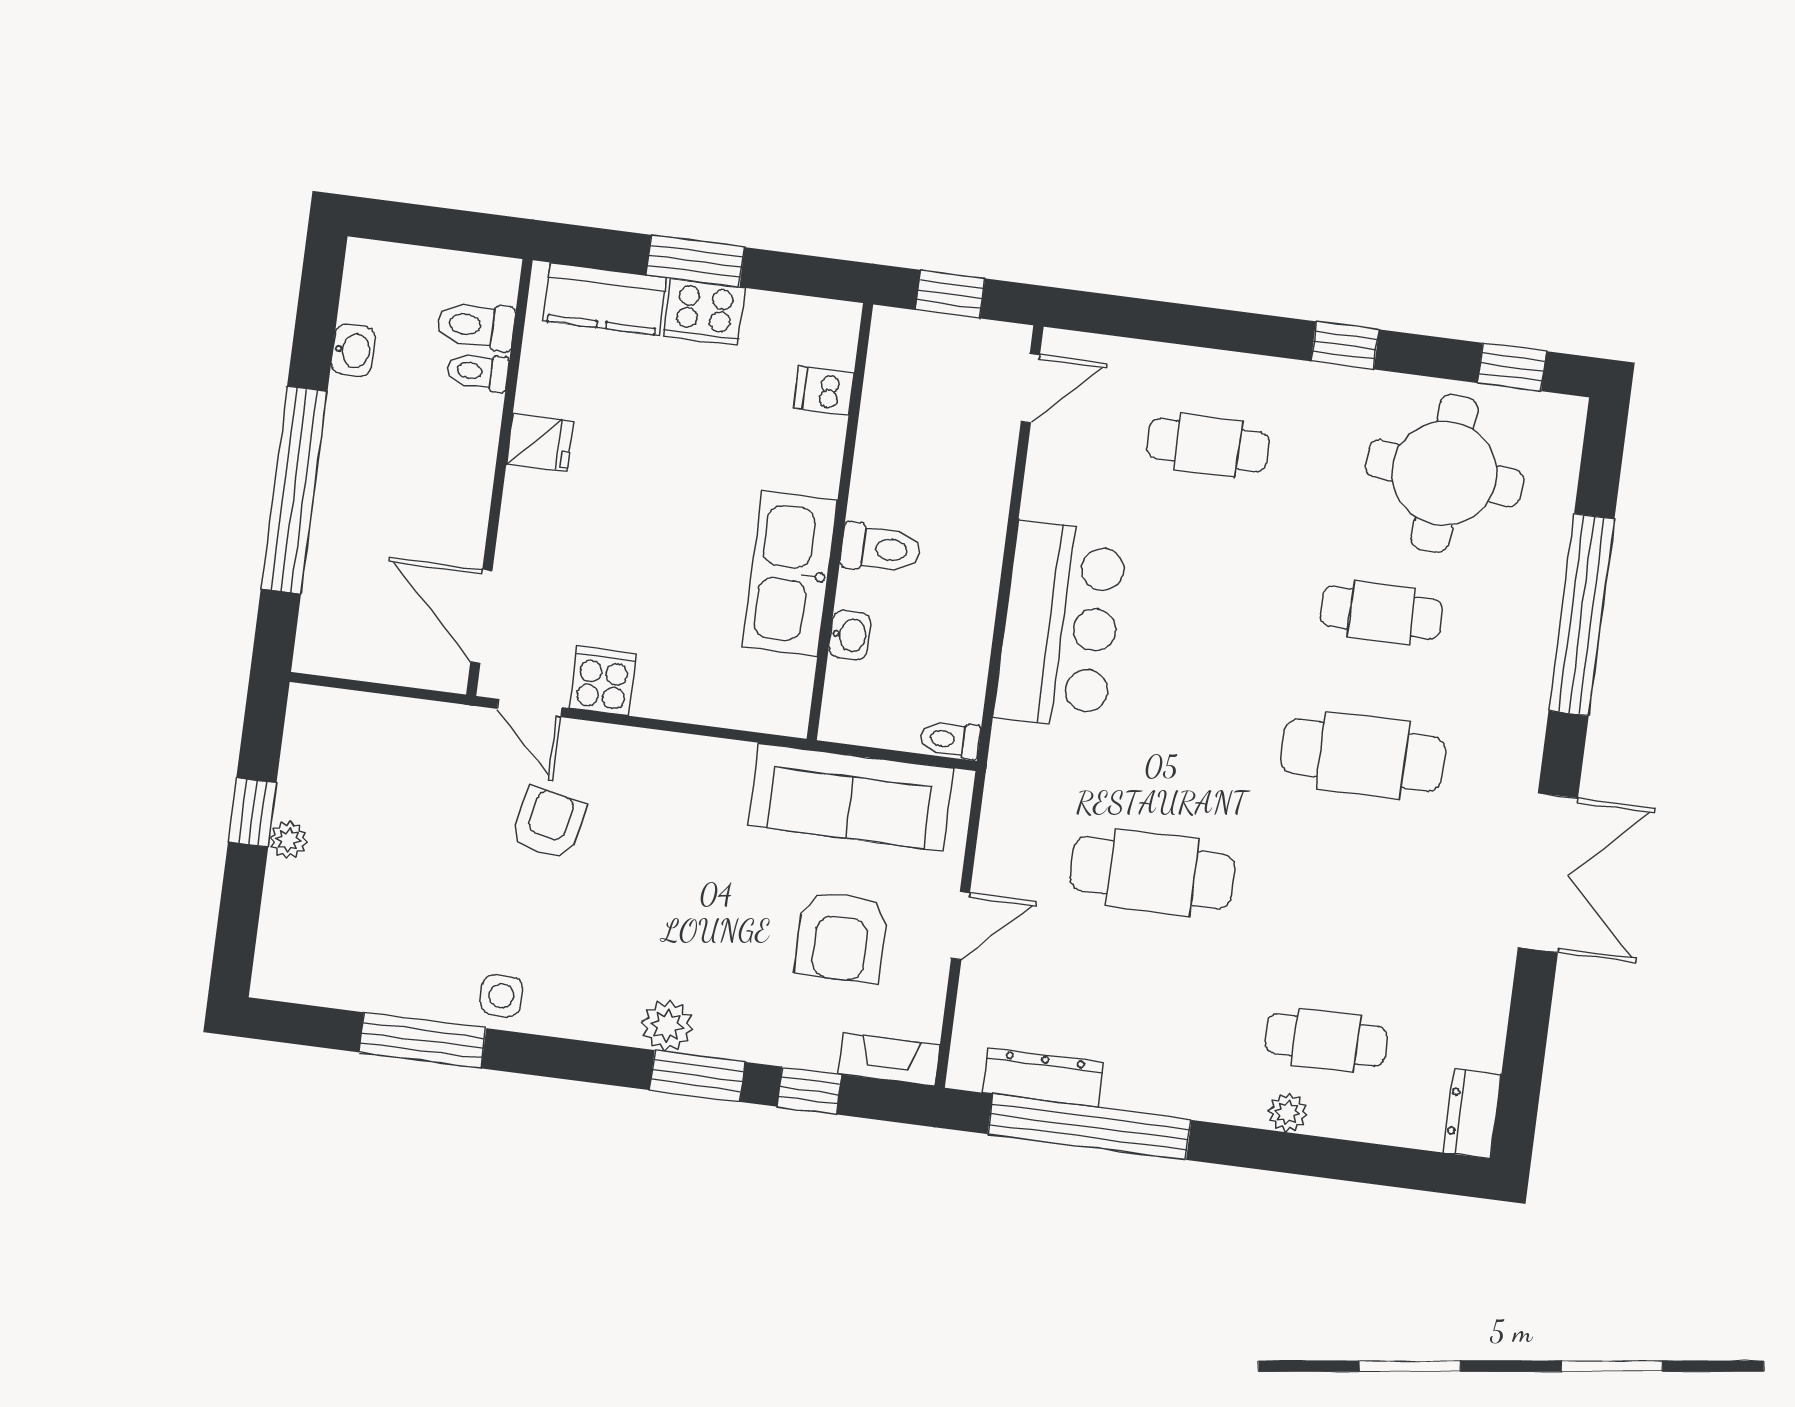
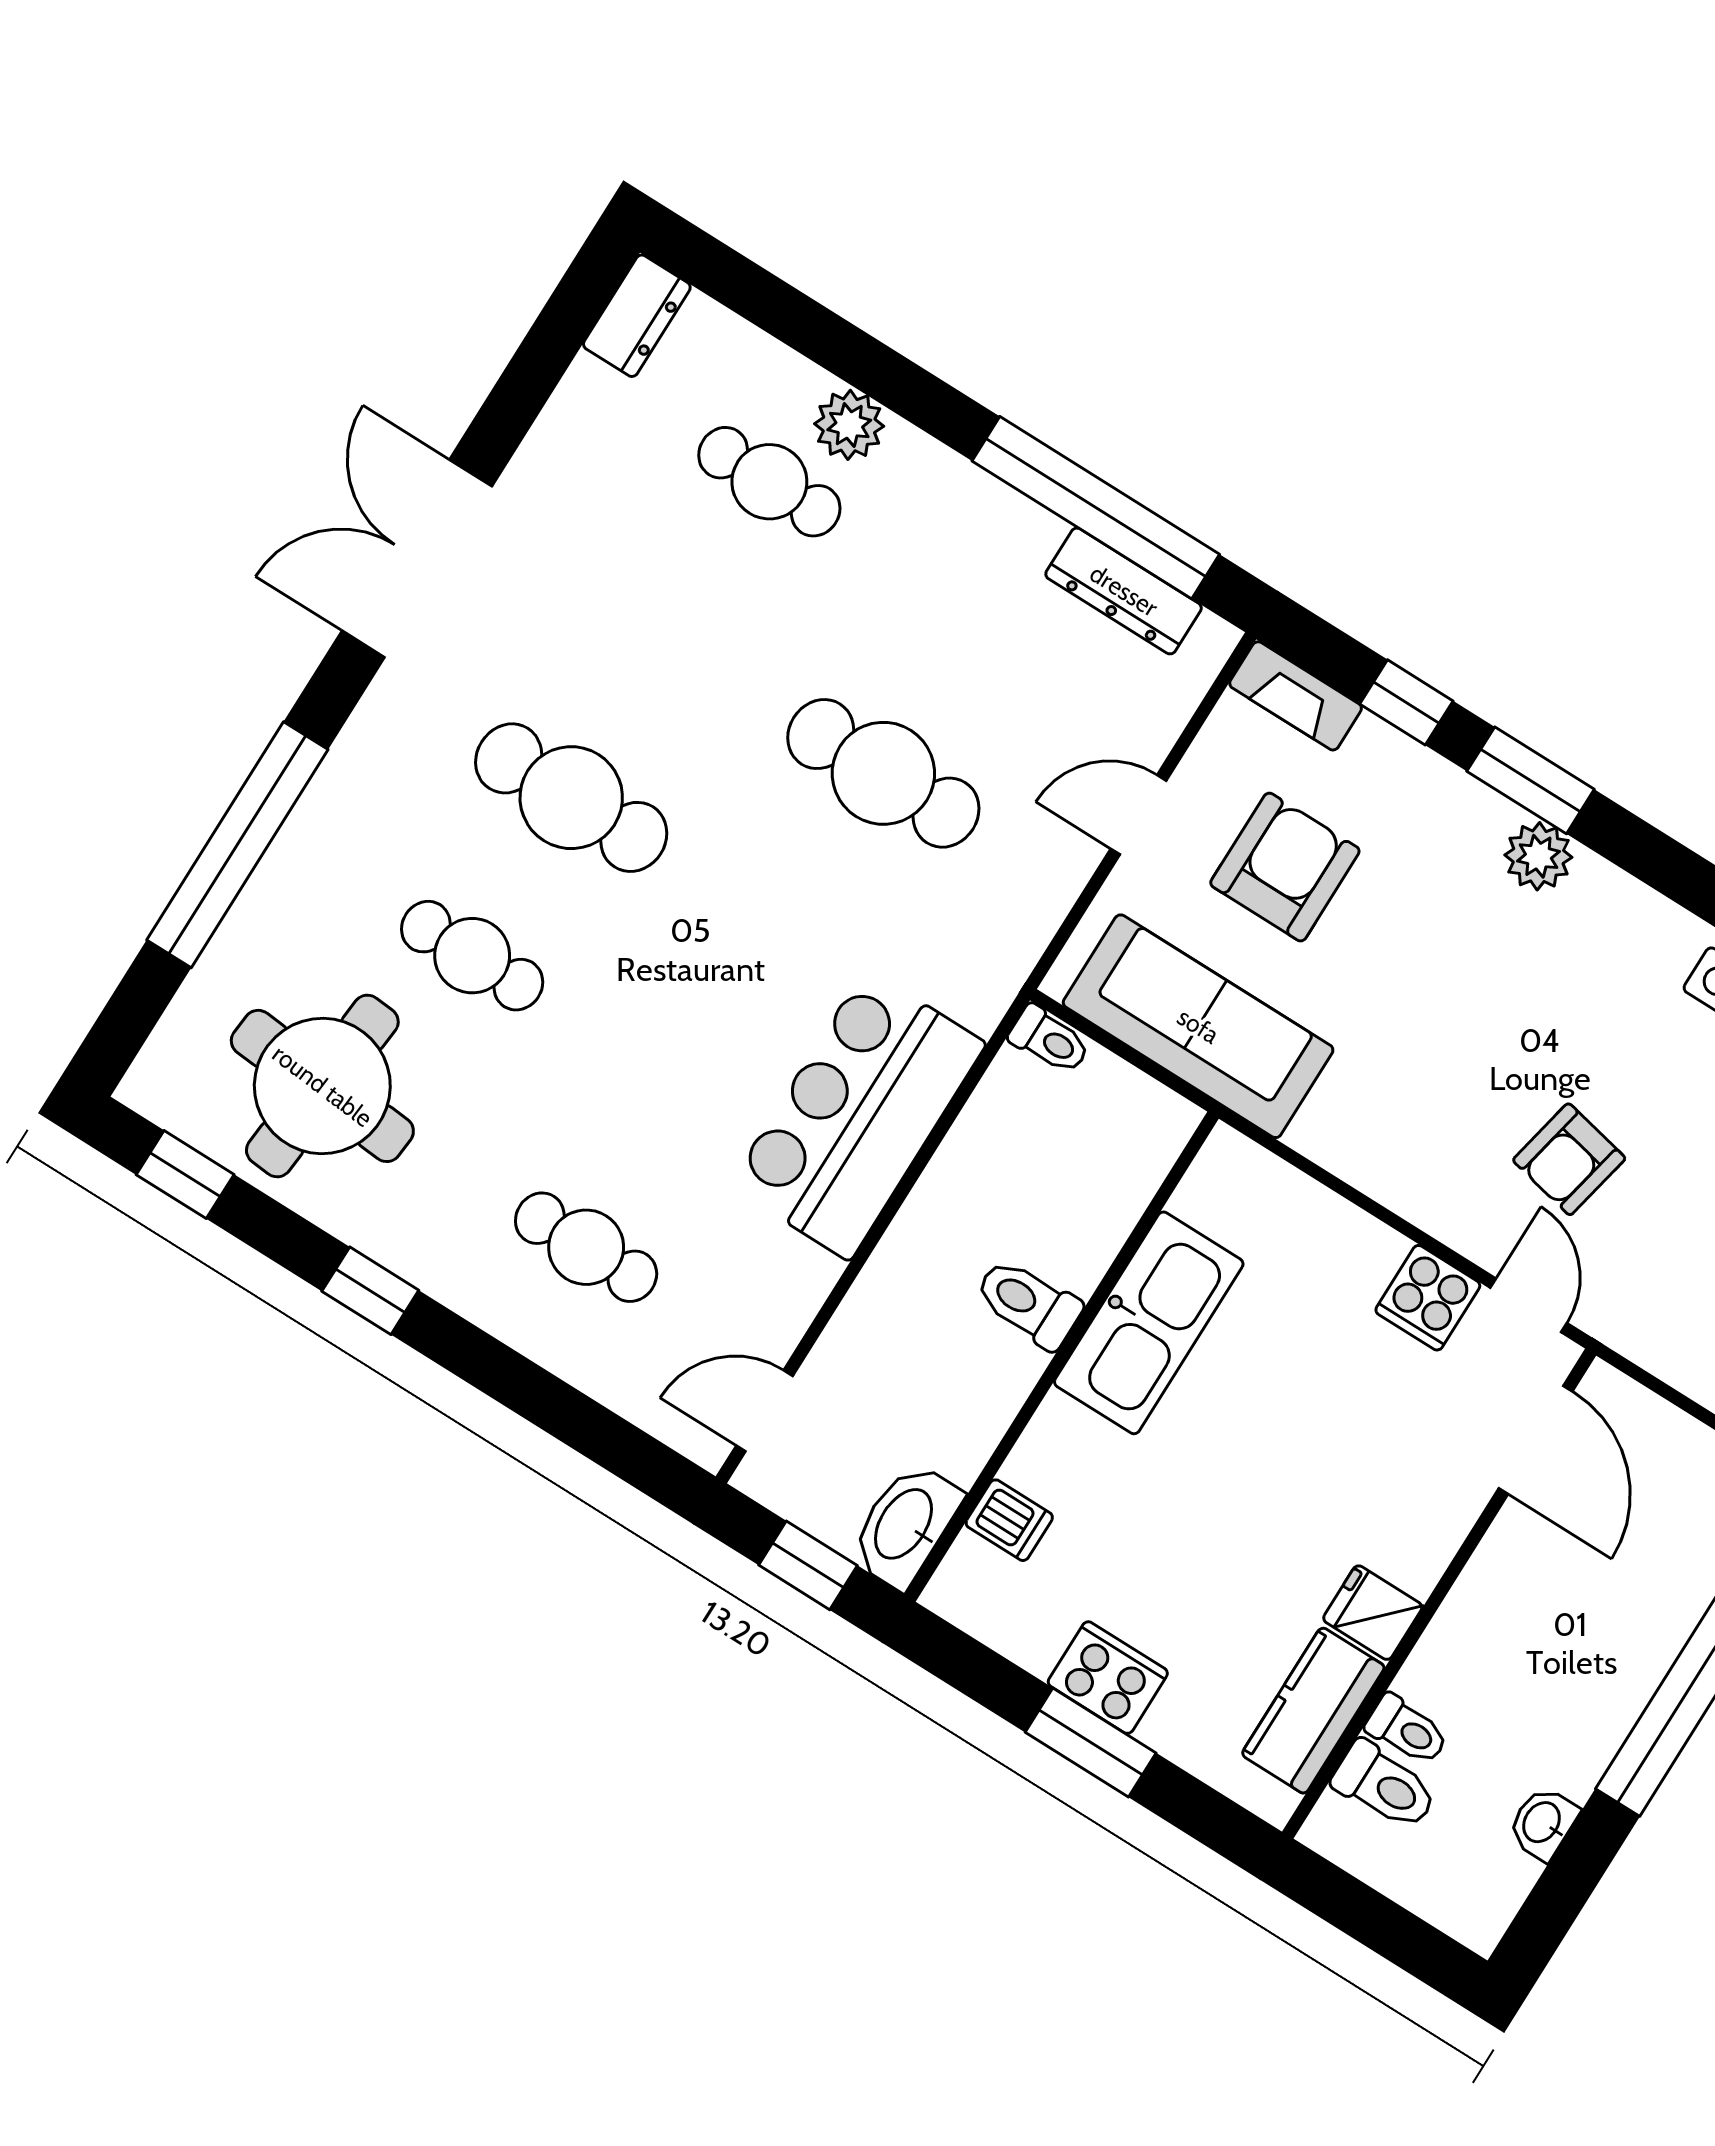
kitchen counter: (605, 299) -> (1313, 1711), moved, turned -90
washbasin: (850, 635) -> (905, 1525), moved, width x1.91, depth x1.45
plant: (1287, 1113) -> (849, 425), width x1.38, depth x1.38

